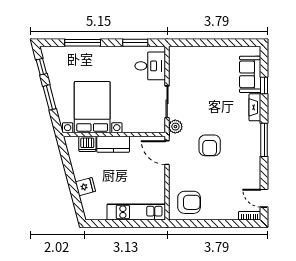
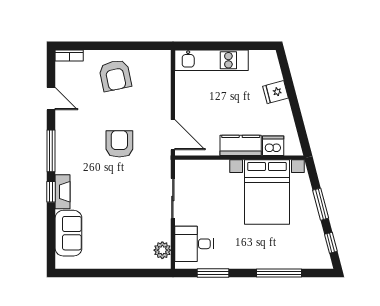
window: (264, 85) -> (51, 192), moved
plant: (175, 127) -> (162, 250), moved
door: (264, 198) -> (51, 99), moved
armchair: (189, 202) -> (115, 75), moved, turned -102

